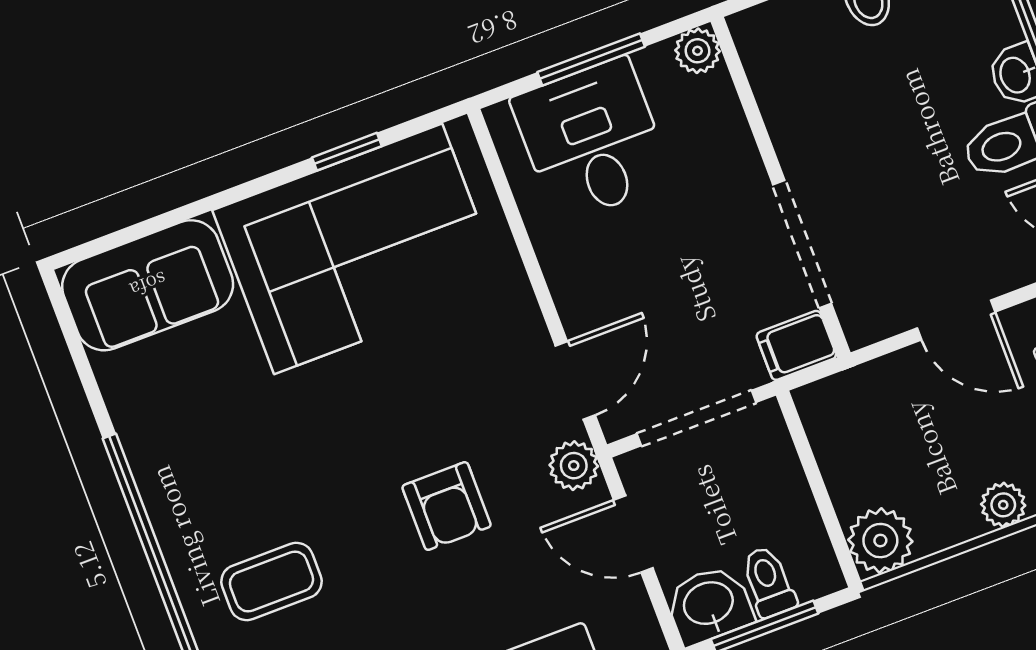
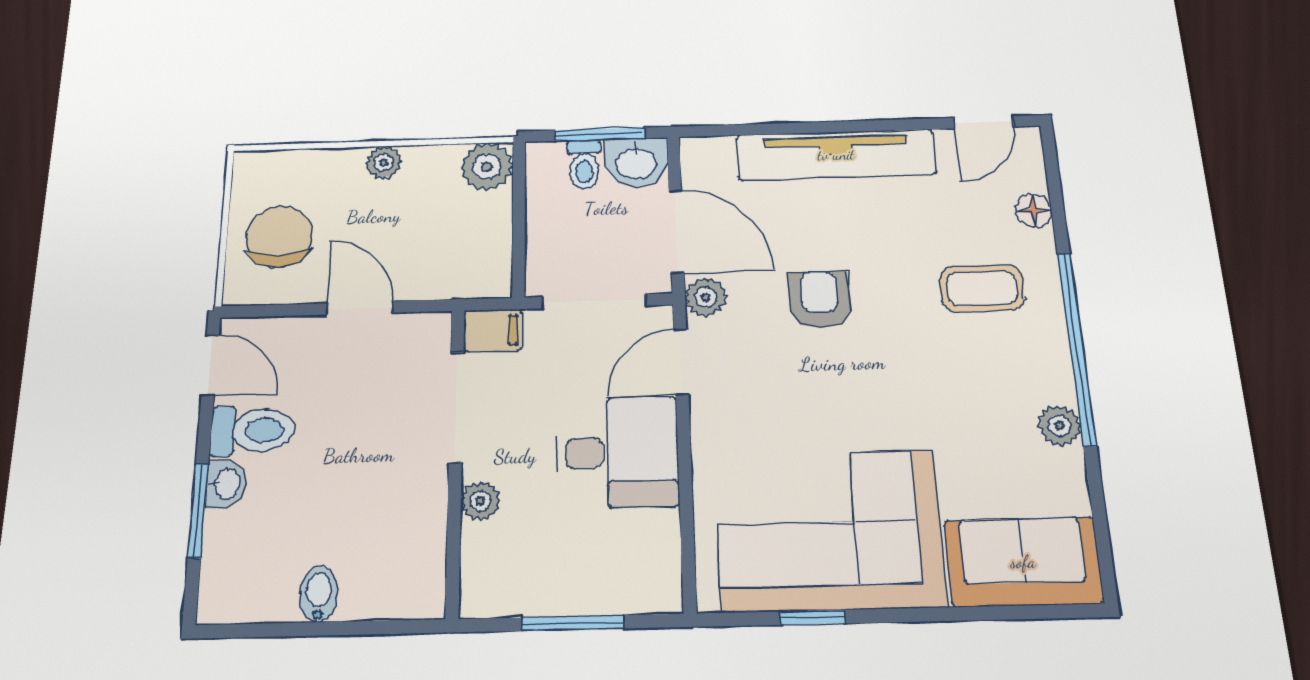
plant: (697, 51) -> (480, 501), moved
desk: (592, 140) -> (617, 452), moved, turned -90
plant: (147, 449) -> (1059, 425), added
door: (633, 534) -> (676, 231), width x1.38

